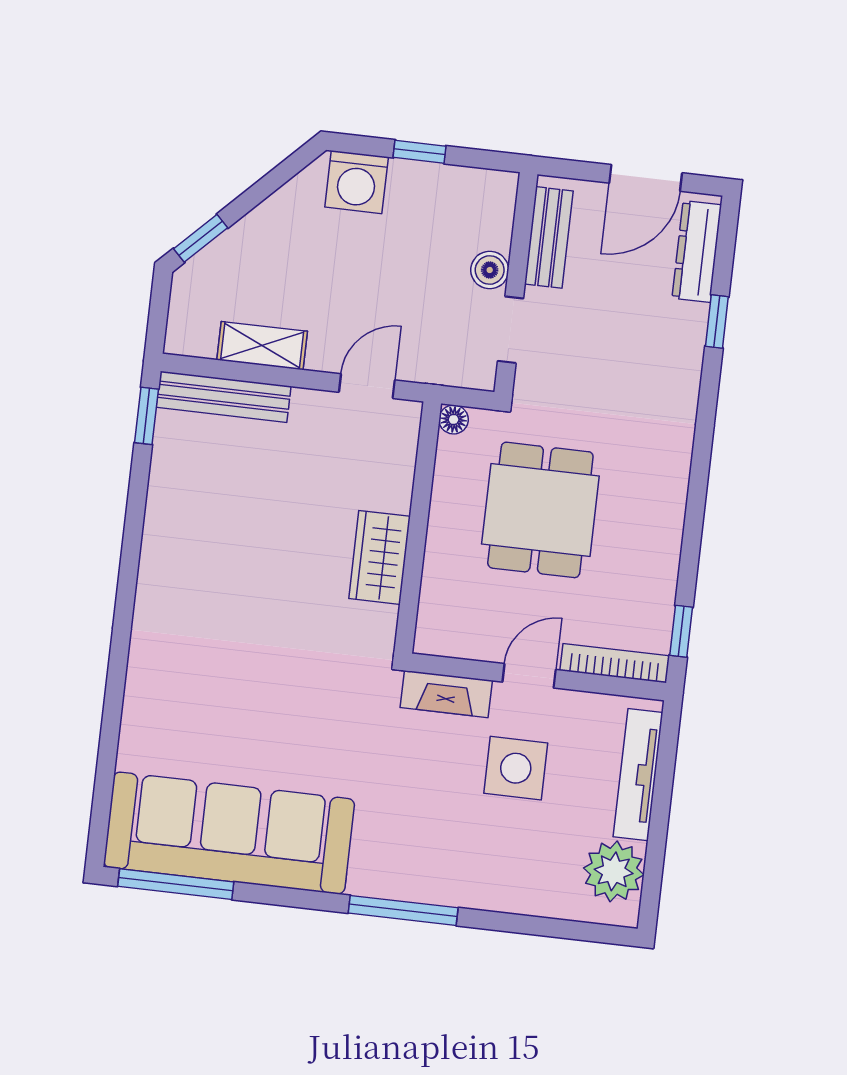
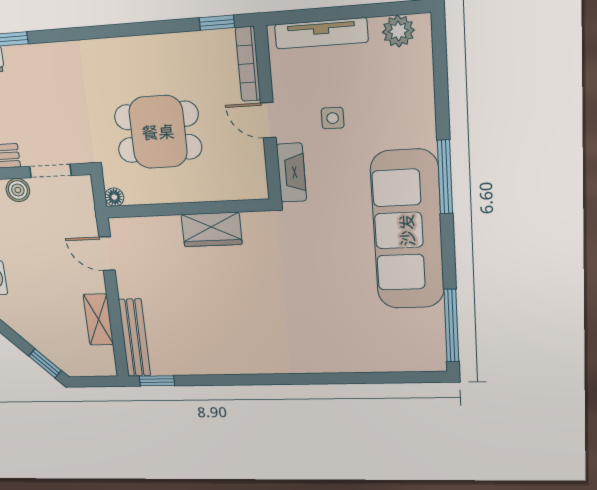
side table: (516, 768) -> (333, 118), width x0.54, depth x0.54
sofa: (229, 833) -> (407, 230), moved
plant: (614, 871) -> (398, 31), width x0.73, depth x0.73

